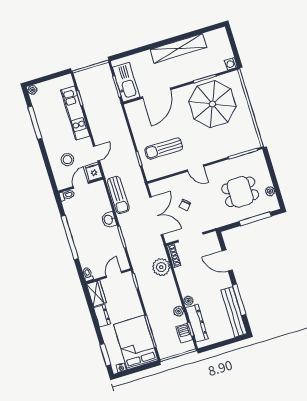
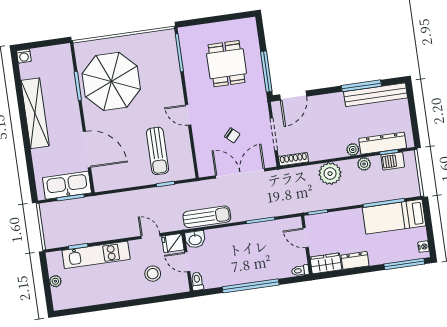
washing machine: (231, 64) -> (24, 56), moved
plant: (32, 90) -> (55, 281), moved
window: (35, 123) -> (100, 307), removed
door: (196, 168) -> (188, 115), swing flipped
plant: (270, 191) -> (232, 26), removed
window: (255, 219) -> (266, 71), moved
washbasin: (109, 220) -> (195, 239), moved
door: (227, 260) -> (293, 96), moved
plant: (161, 267) -> (330, 174), moved
bed: (136, 342) -> (394, 217), width x0.67
window: (105, 355) -> (404, 264), width x1.44

